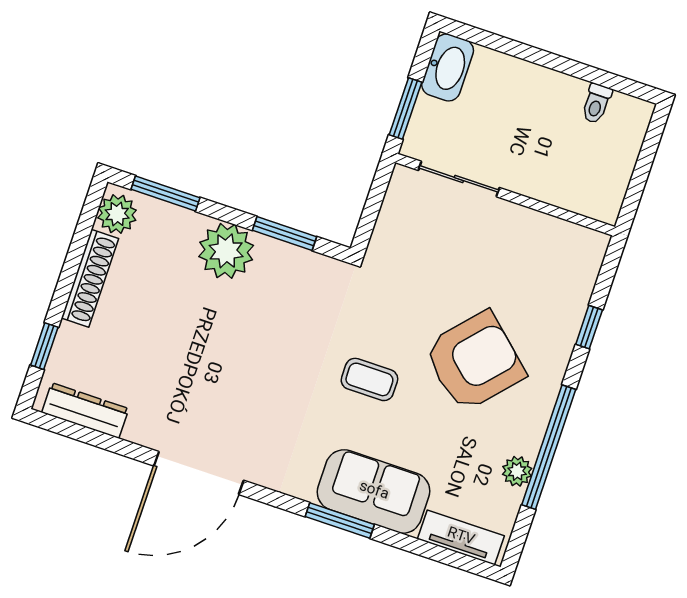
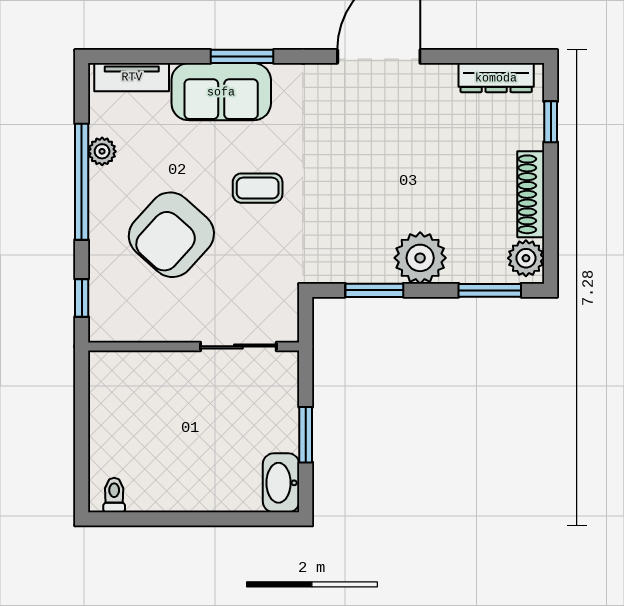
toilet: (596, 104) -> (114, 495), moved
sliding door: (459, 179) -> (238, 346), moved
wall: (505, 195) -> (194, 346), moved

